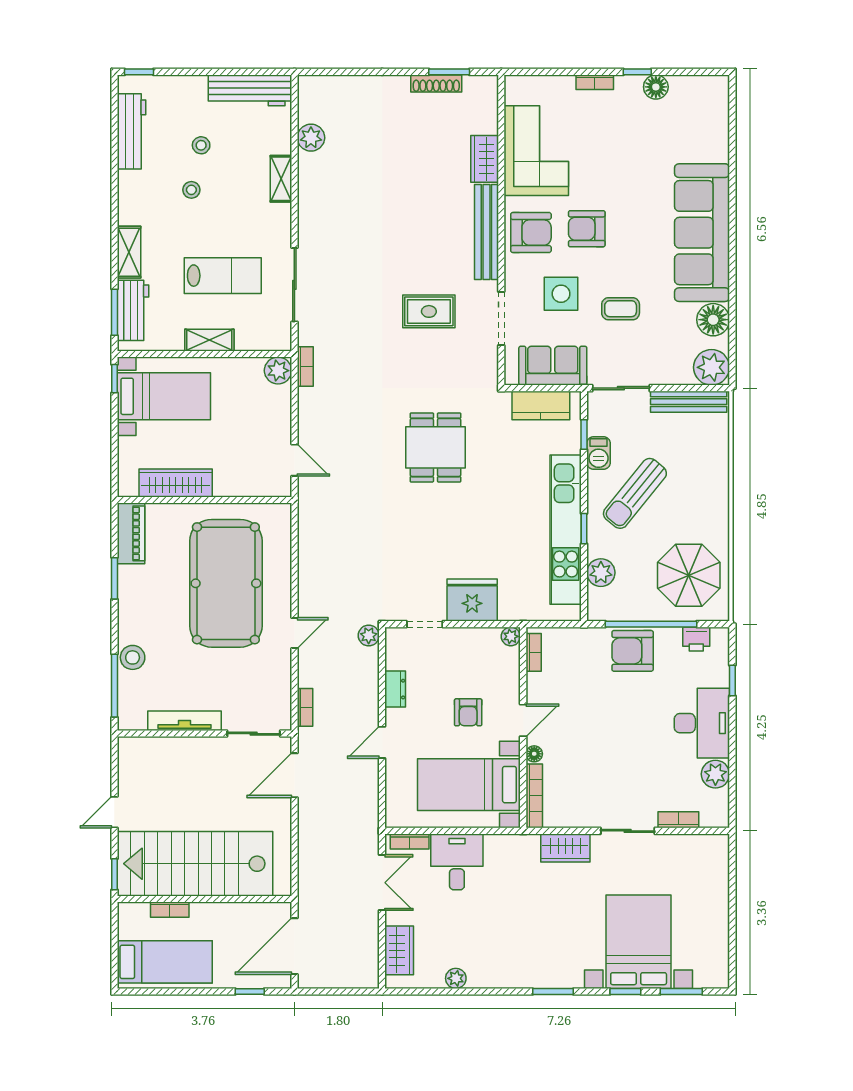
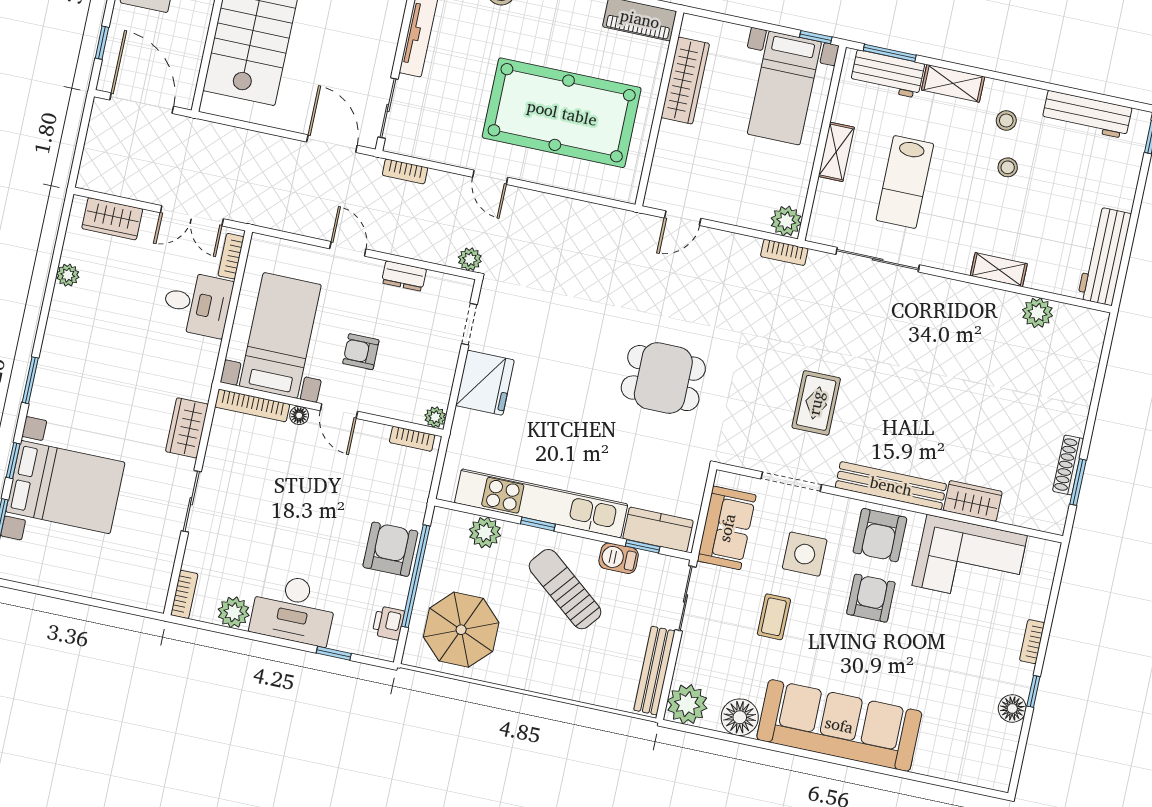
stool: (201, 145) -> (1006, 120), moved
kitchen counter: (541, 405) -> (658, 530), moved, turned 90
bookcase: (678, 820) -> (184, 594), moved

